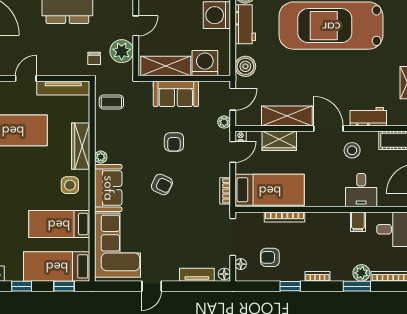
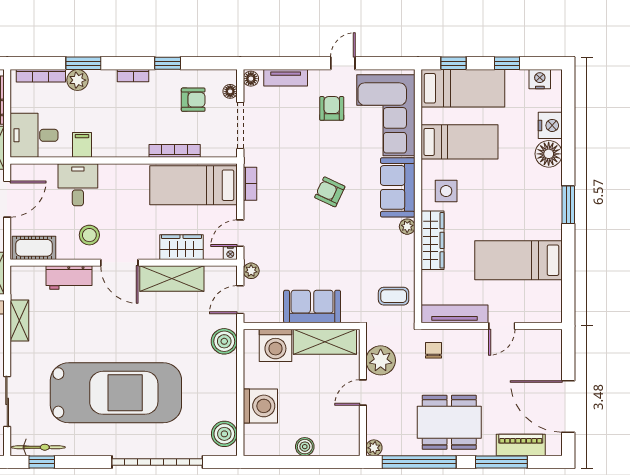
workbench: (245, 24) -> (224, 395), removed
chair: (94, 58) -> (433, 350), moved
armchair: (174, 142) -> (332, 108), moved

